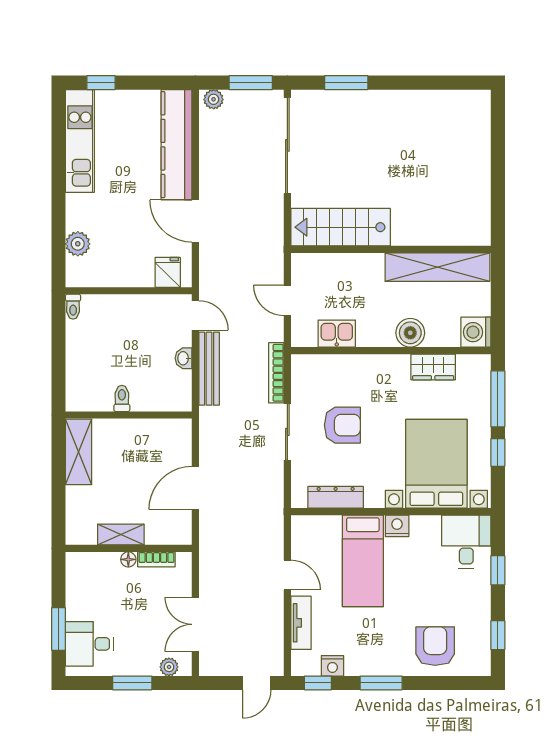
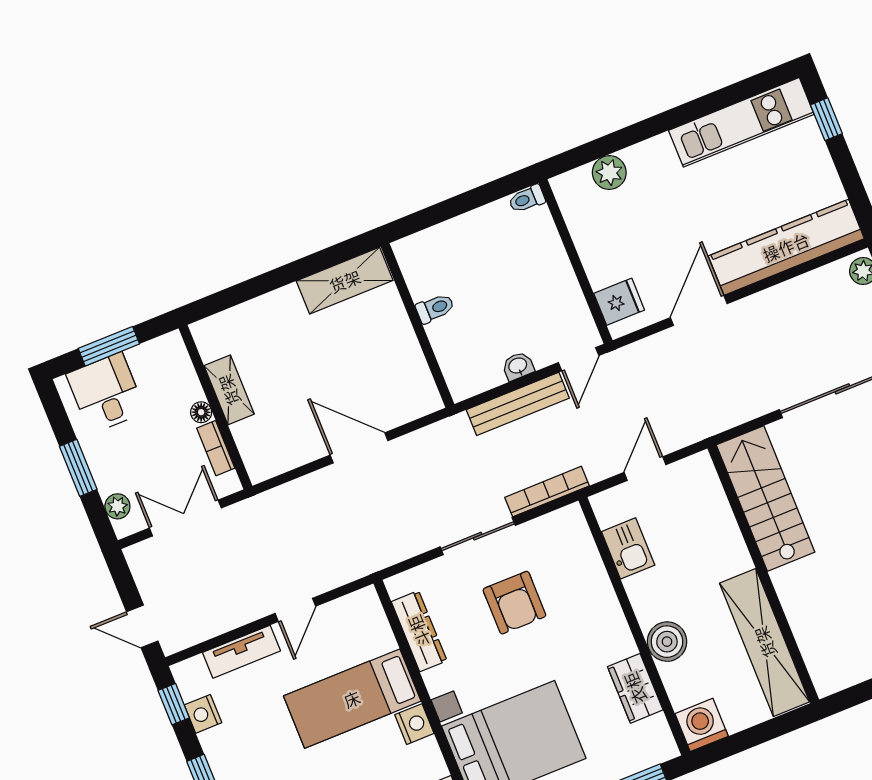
shelving: (121, 534) -> (229, 390), moved
wall: (129, 548) -> (215, 407), moved
floor lamp: (128, 559) -> (201, 412), moved
bookcase: (156, 559) -> (216, 448), moved

